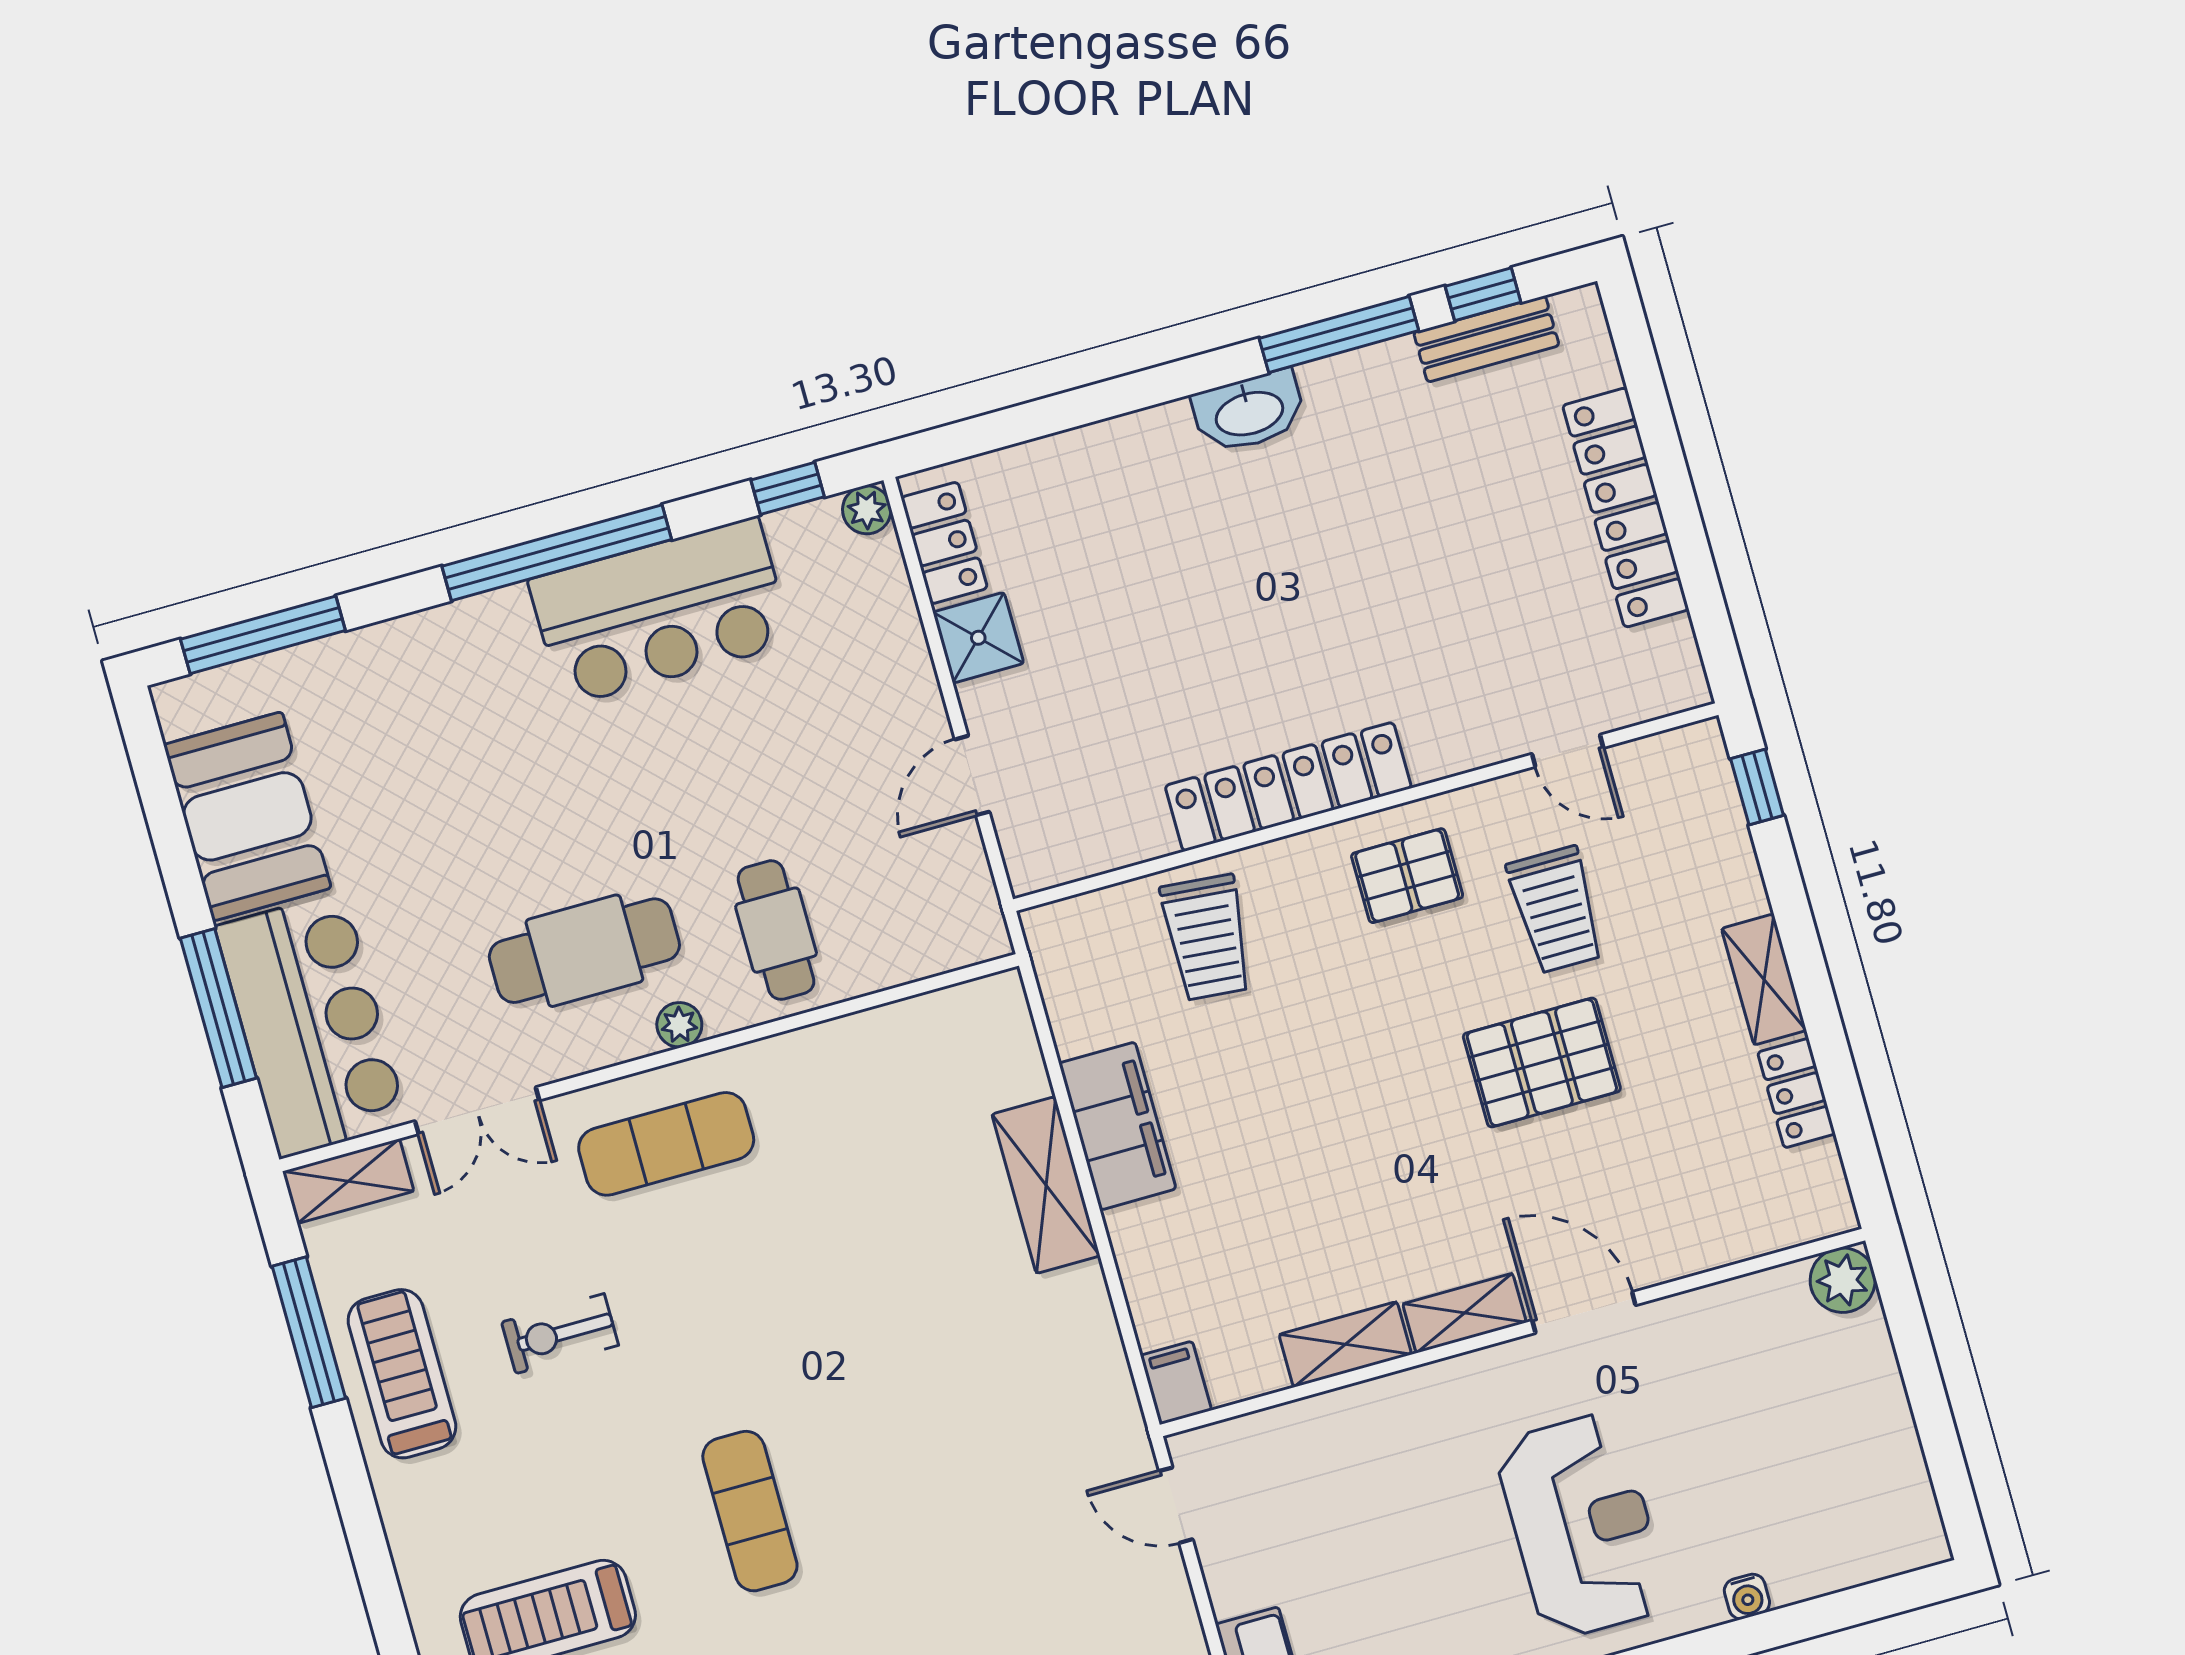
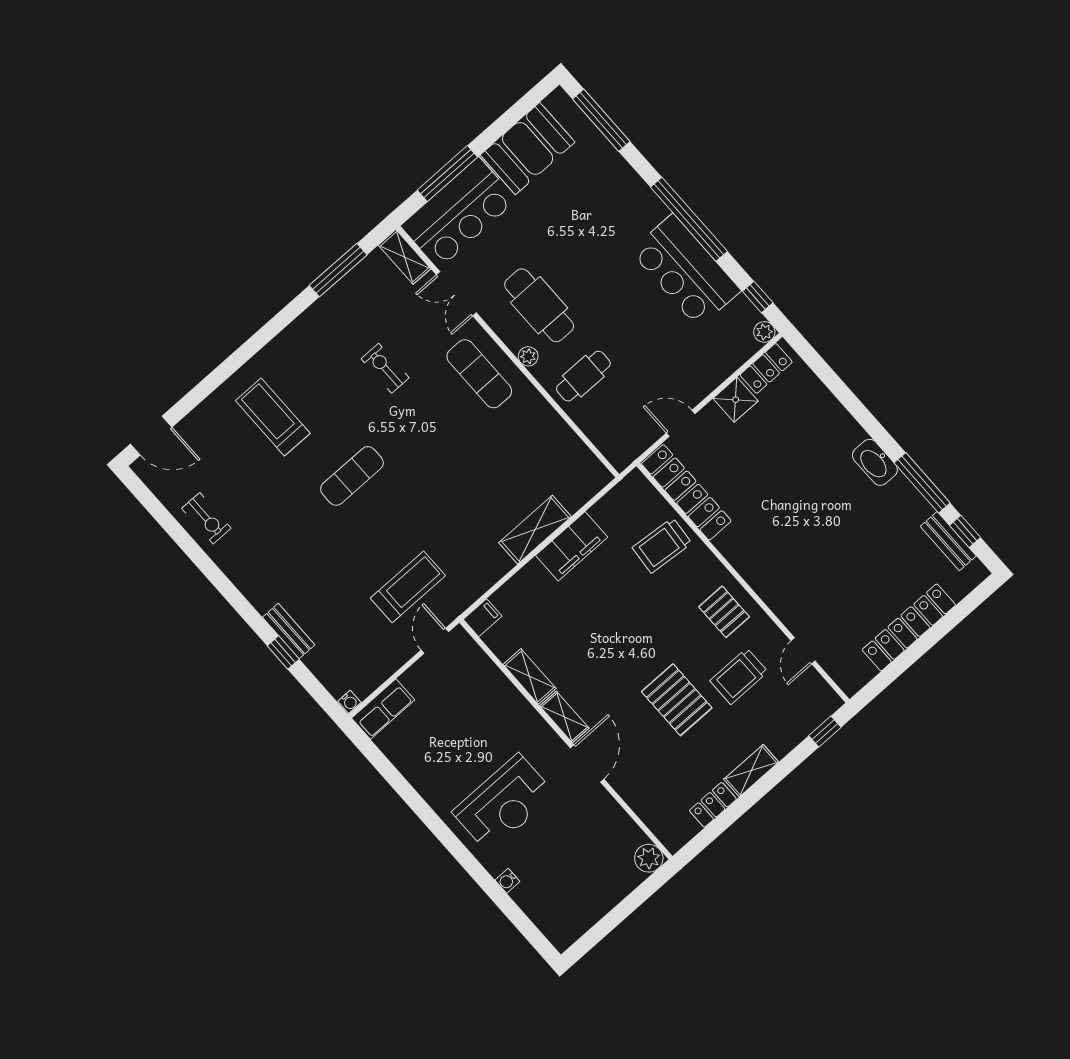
locker: (1288, 787) -> (686, 492), moved
treadmill: (402, 1374) -> (408, 587), moved

